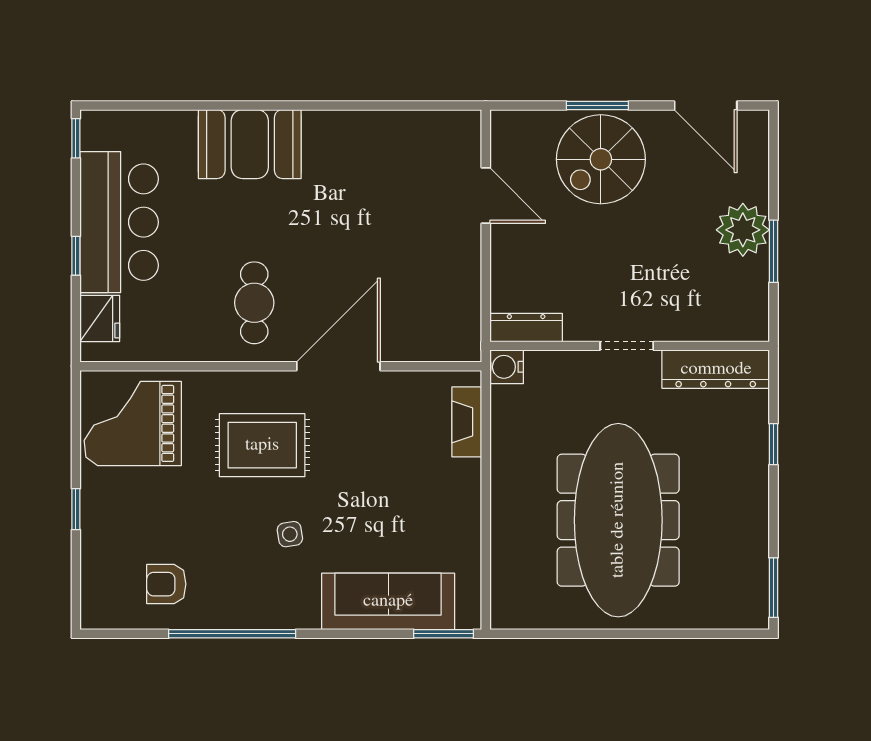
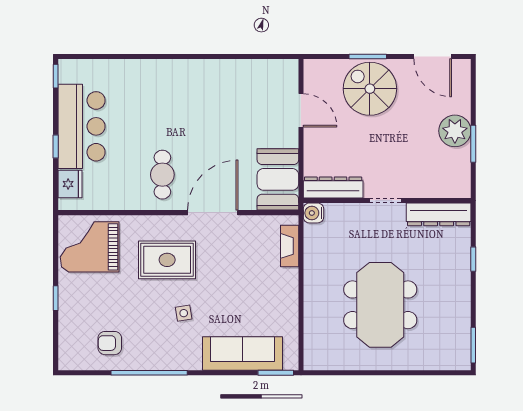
booth: (250, 144) -> (278, 179), moved, turned 90
spiral stairs: (601, 159) -> (370, 89), turned 90
dresser: (526, 328) -> (333, 187), width x1.37, depth x1.24
meeting table: (618, 520) -> (380, 305), width x0.73

